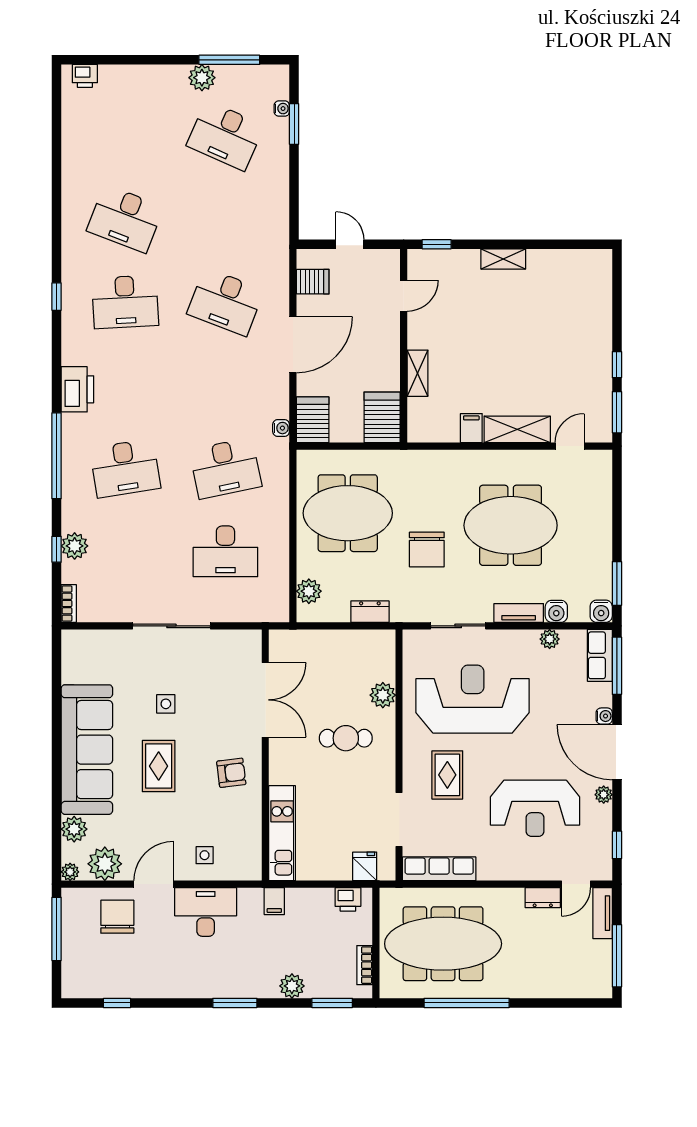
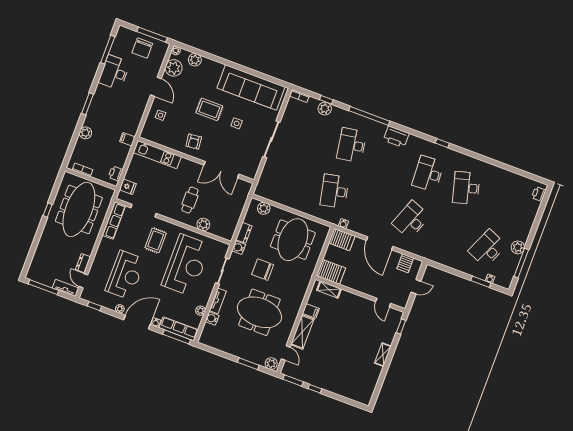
desk: (125, 219) -> (466, 188), turned -36
shelving: (417, 373) -> (329, 290), moved
plant: (600, 466) -> (271, 364), added
meeting table: (511, 525) -> (259, 312), turned 90
desk: (225, 551) -> (296, 177), removed
window: (617, 583) -> (248, 364), moved
water cooler: (601, 611) -> (239, 248), moved
row of seats: (600, 655) -> (179, 329), width x1.48
sofa: (87, 750) -> (251, 87), moved
rug: (447, 775) -> (156, 240), turned 90
reception desk: (535, 808) -> (125, 275), turned 180
desk: (206, 912) -> (114, 72), moved, turned 180
chair: (117, 917) -> (142, 48), moved, turned 90
window: (117, 1003) -> (108, 50), width x2.17
window: (332, 1003) -> (71, 148), removed
window: (467, 1003) -> (48, 210), width x0.32

